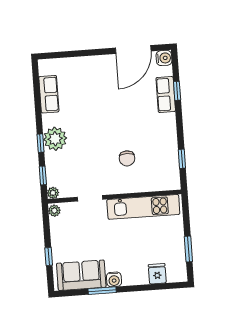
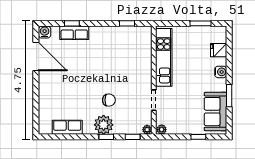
chair: (127, 158) -> (109, 100), moved
water cooler: (114, 279) -> (221, 72), moved

